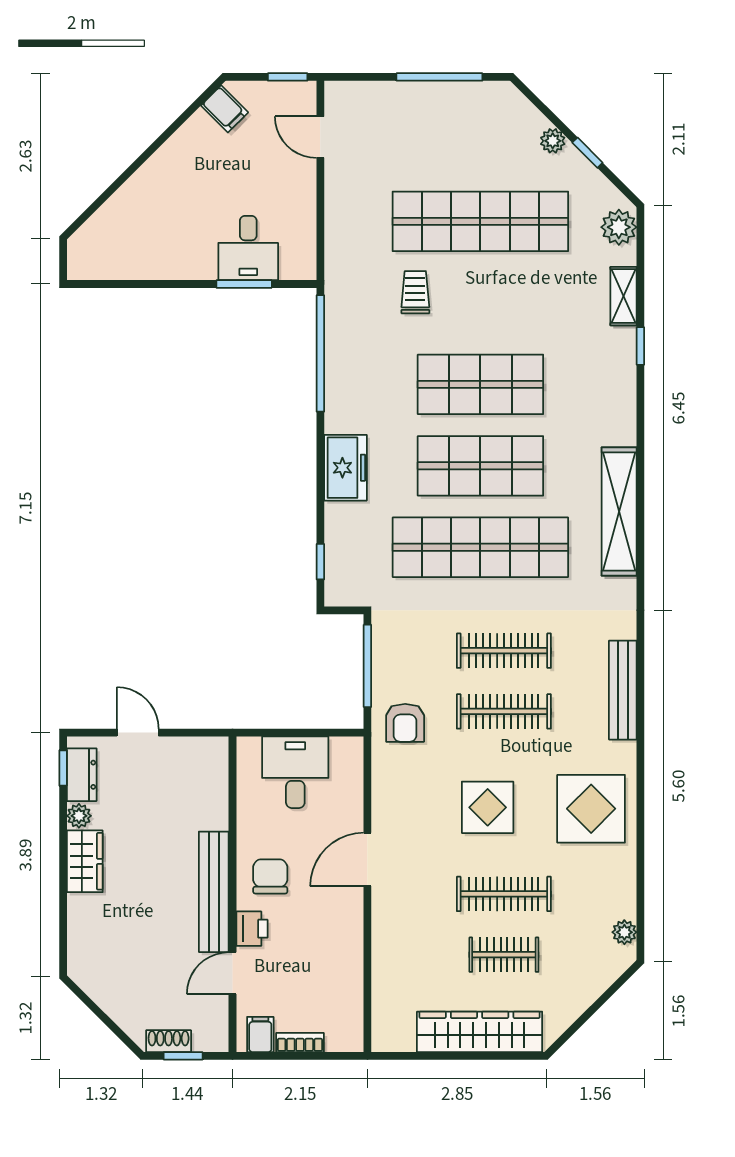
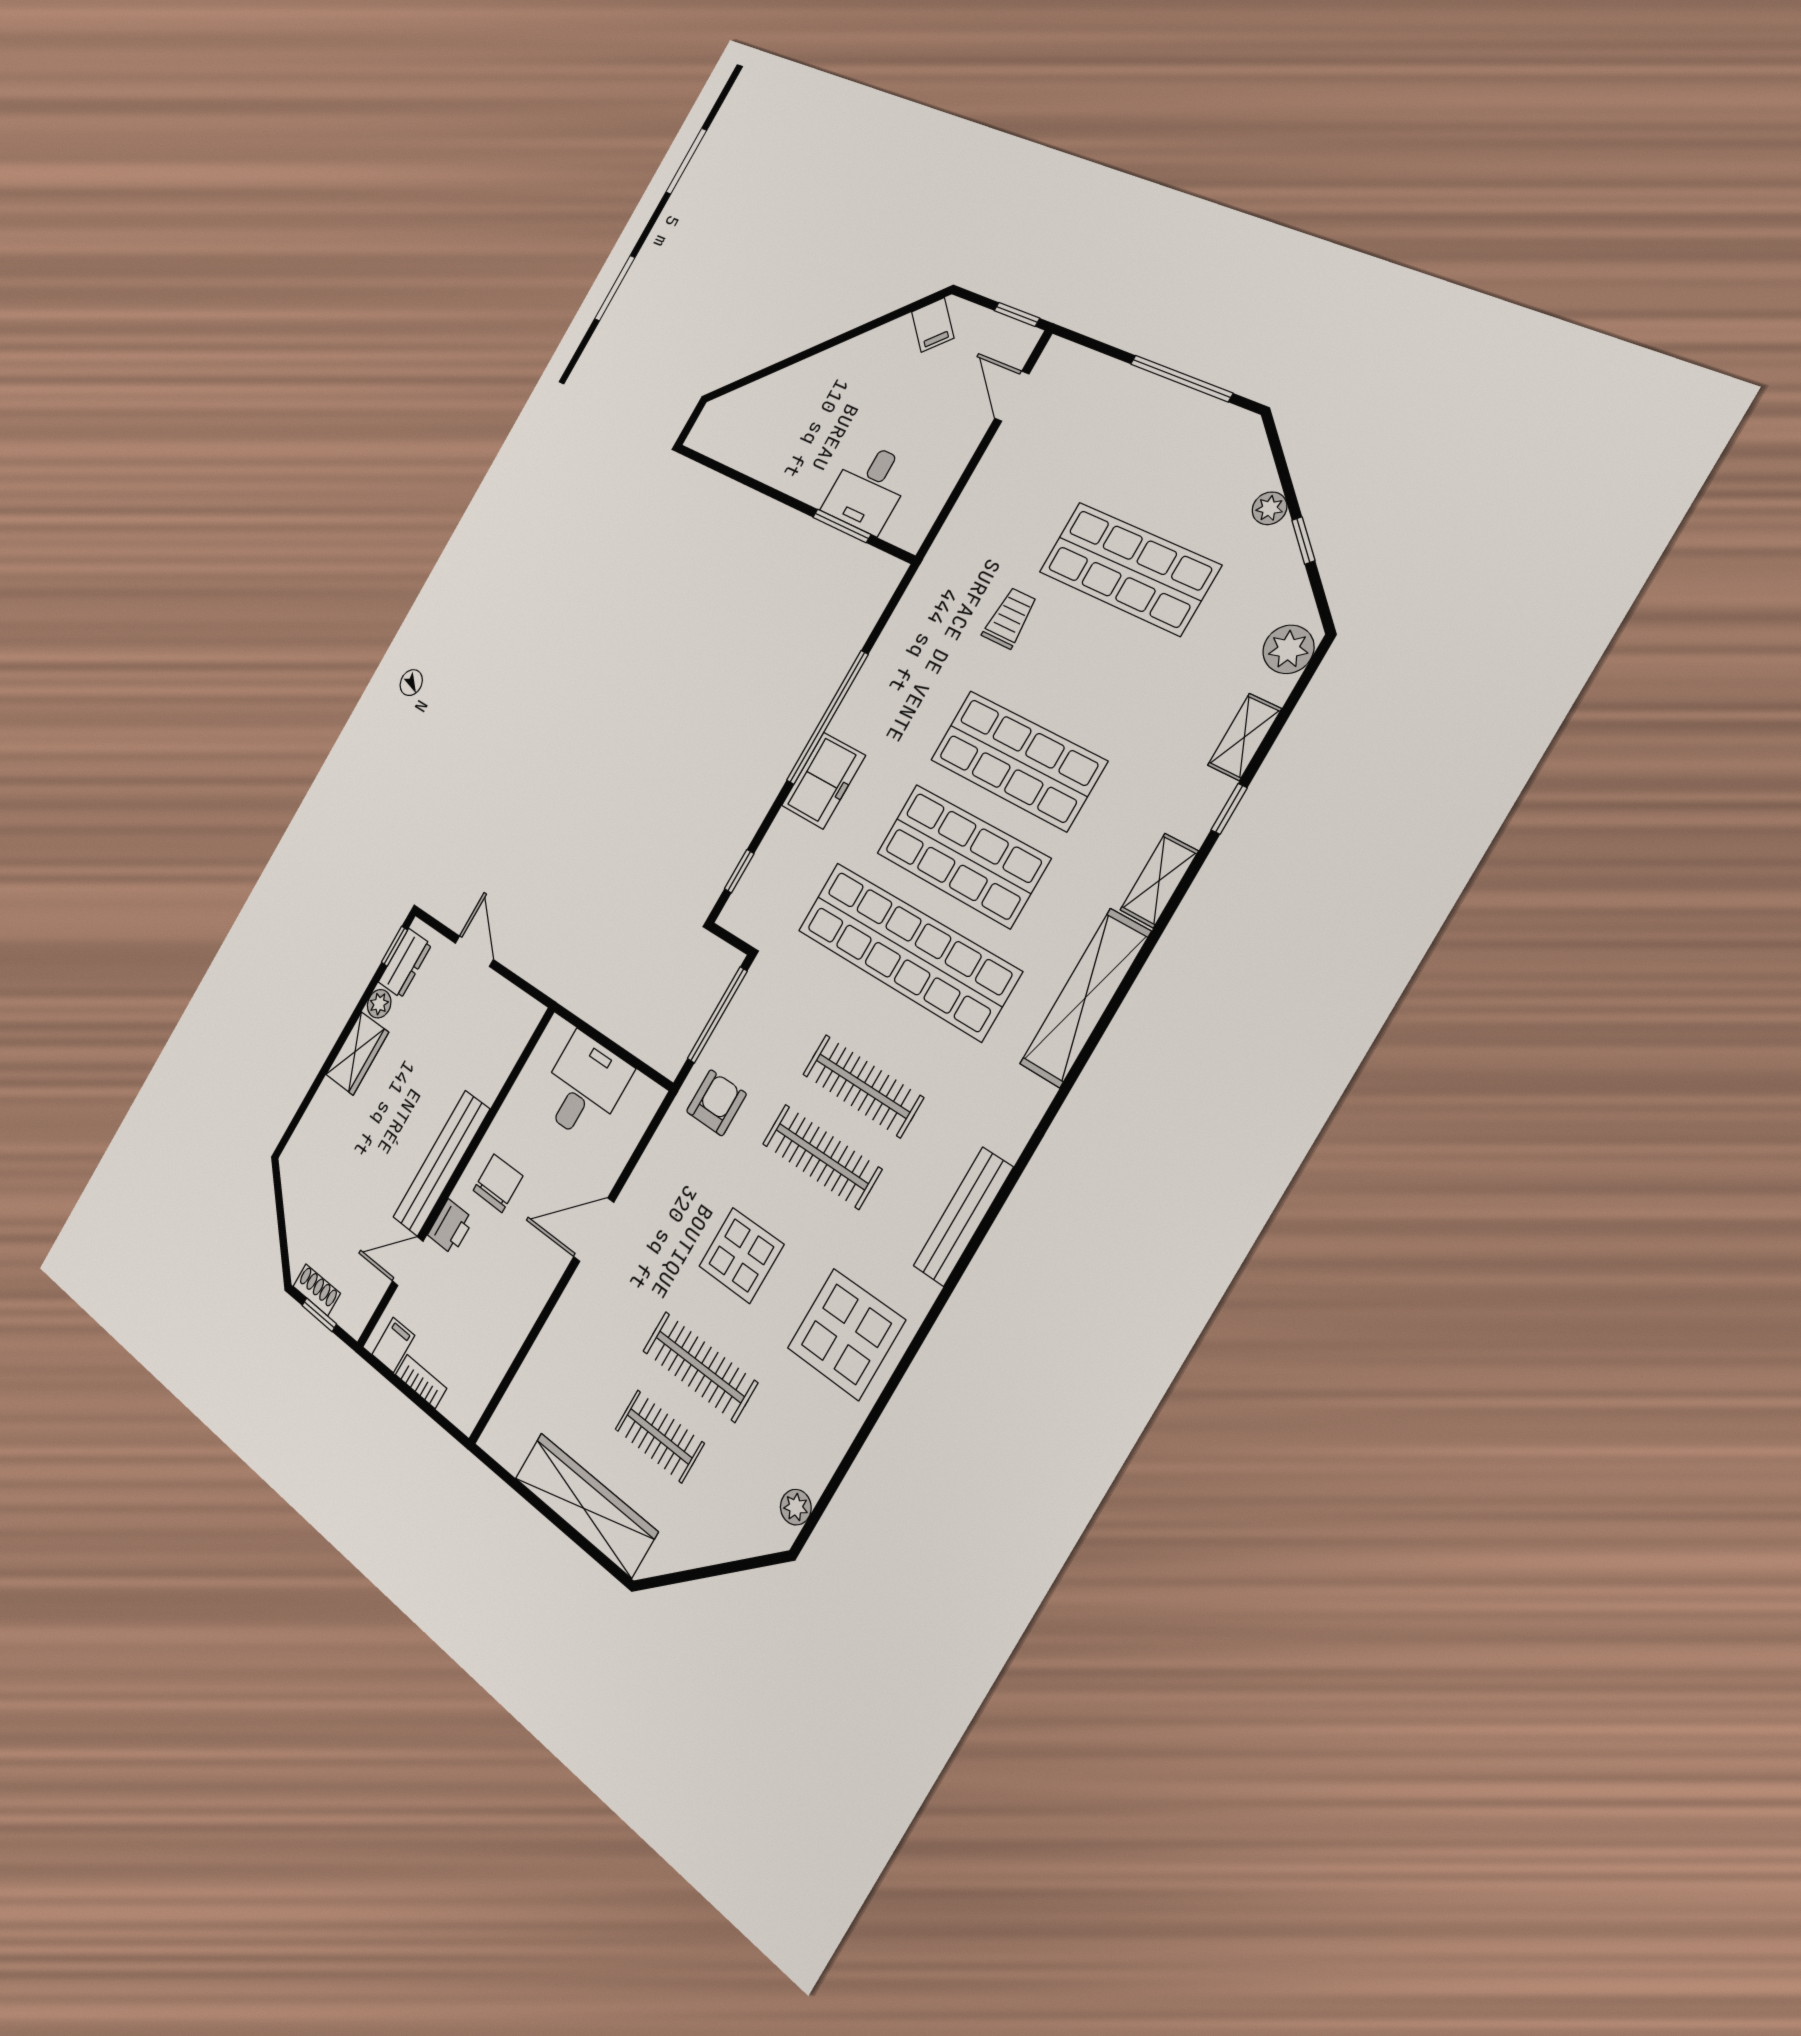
shop shelf: (480, 221) -> (1129, 568), width x0.71
window: (320, 353) -> (827, 717), moved
shelving: (623, 413) -> (1159, 881), added
armchair: (405, 723) -> (716, 1103), turned 180

